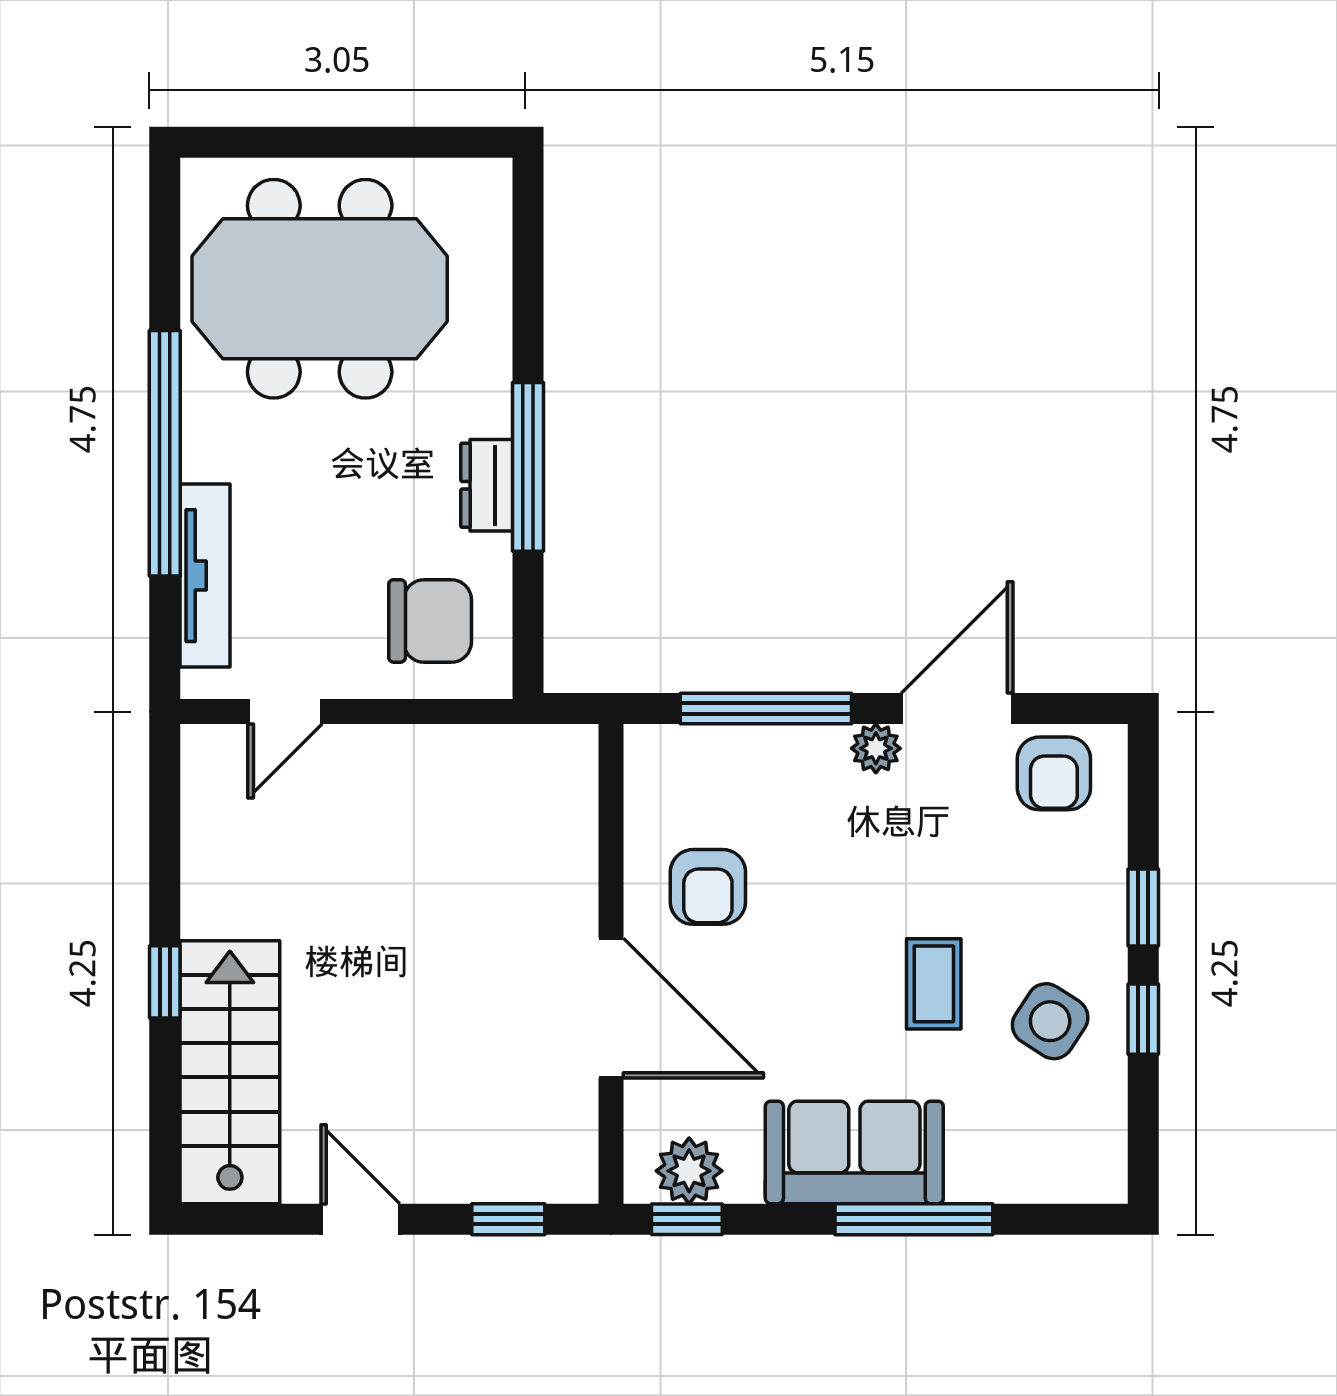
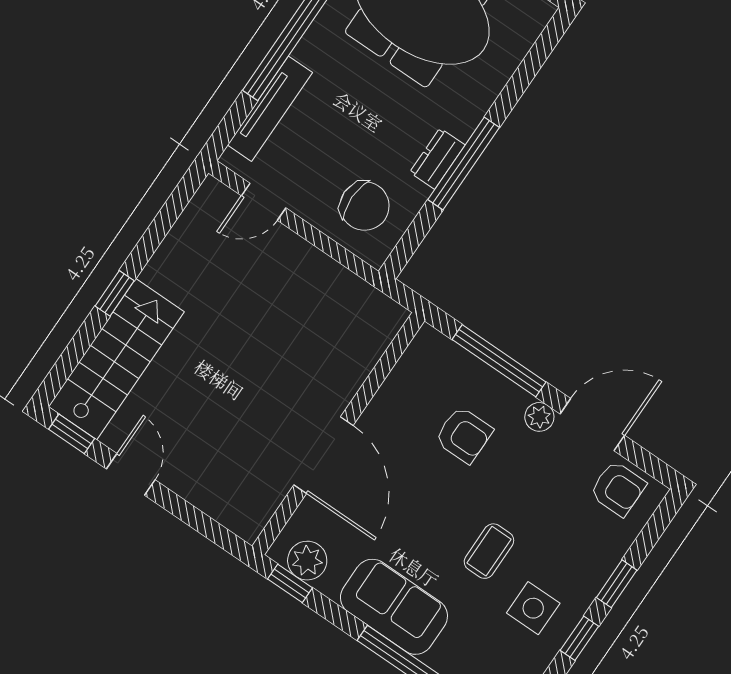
armchair: (1054, 773) -> (618, 489), turned -90
armchair: (708, 887) -> (464, 435), moved, turned -90
side table: (1050, 1021) -> (533, 608), turned -33
window: (508, 1219) -> (72, 434), moved

